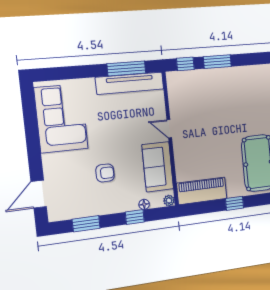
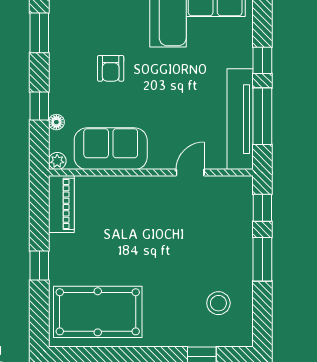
window: (89, 71) -> (262, 60), added
stool: (246, 88) -> (218, 303), added
door: (169, 129) -> (190, 173), moved
piano: (202, 191) -> (61, 204), width x0.73, depth x0.75

